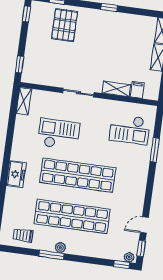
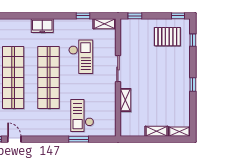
pallet: (65, 25) -> (167, 37), moved
filing cabinet: (137, 90) -> (127, 118), removed
window: (11, 125) -> (83, 16), added
checkout: (130, 129) -> (82, 115), moved

